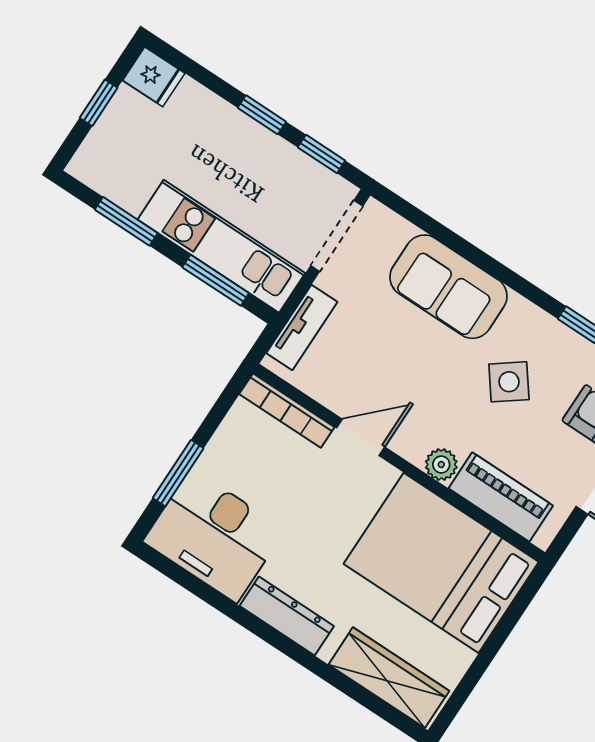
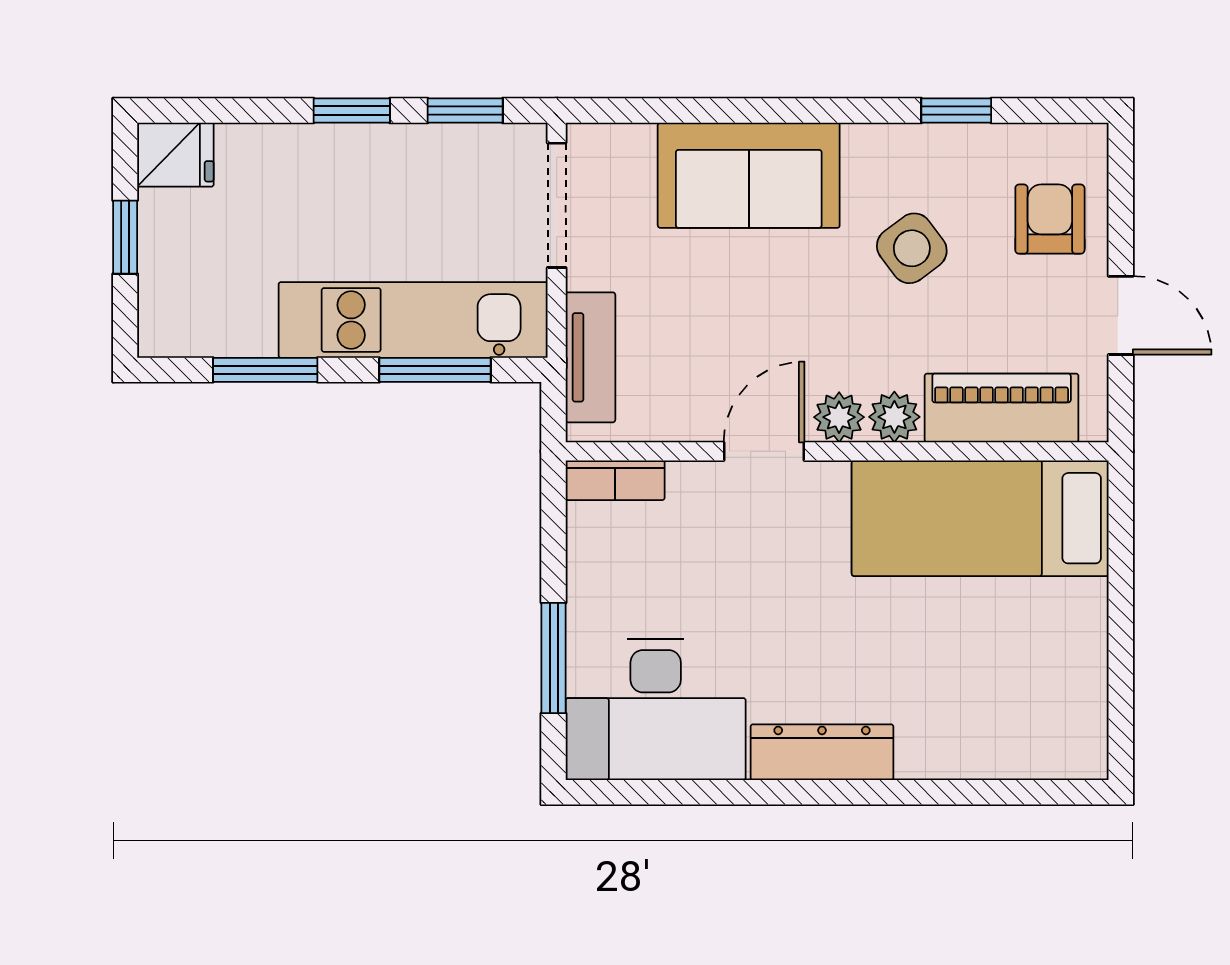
bookcase: (287, 411) -> (615, 480), width x0.64
plant: (412, 445) -> (839, 417), added
bed: (441, 563) -> (980, 518), width x0.67
wardrobe: (389, 678) -> (1011, 745), removed

